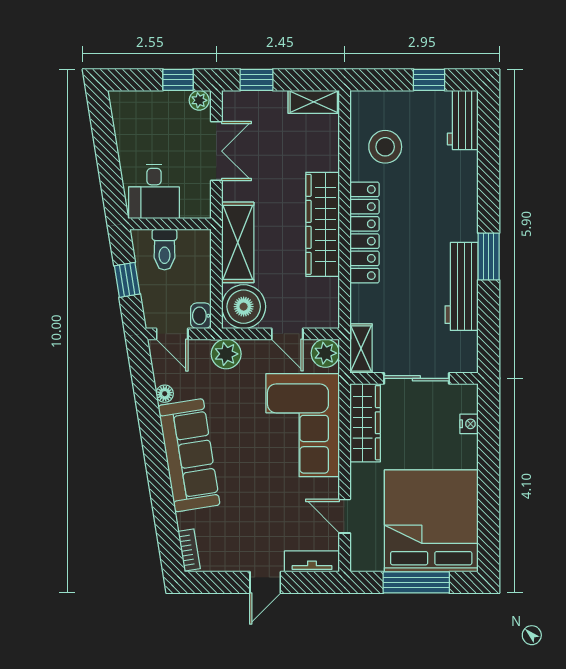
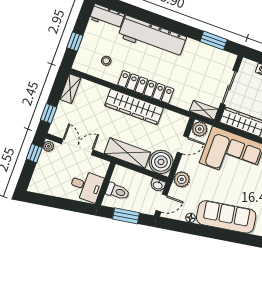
window: (429, 80) -> (75, 42), moved
stool: (385, 147) -> (106, 61), width x0.53, depth x0.53
window: (489, 256) -> (214, 41), moved
window: (127, 280) -> (126, 216), width x1.50
workbench: (462, 286) -> (152, 37), moved, width x1.36, depth x1.32

